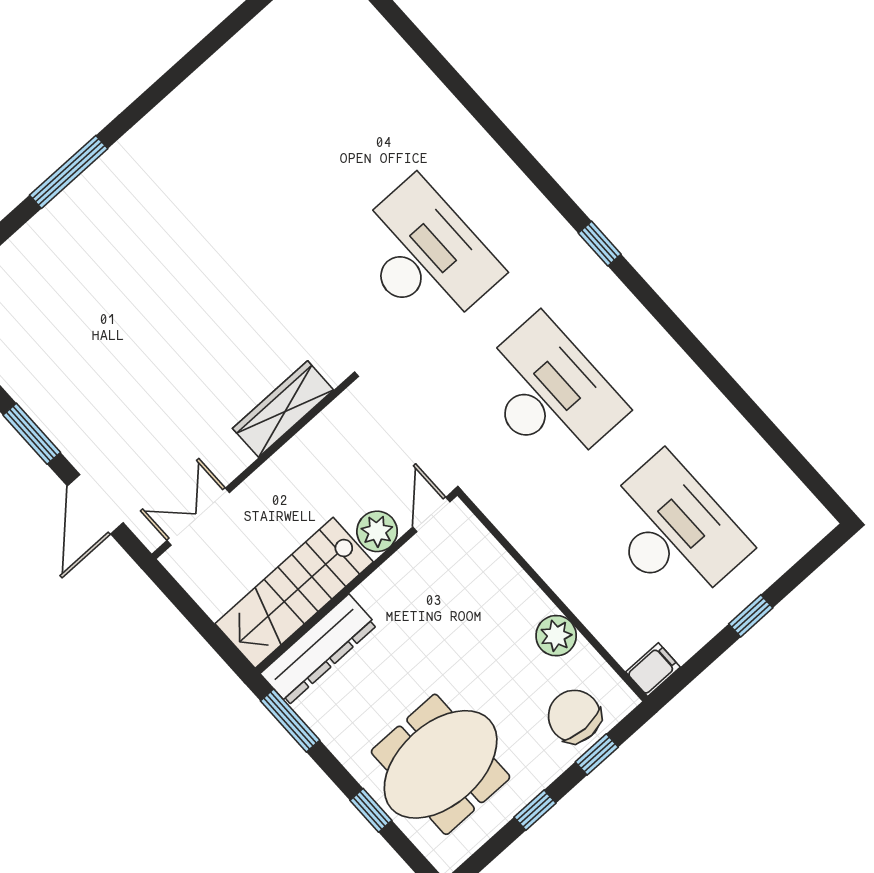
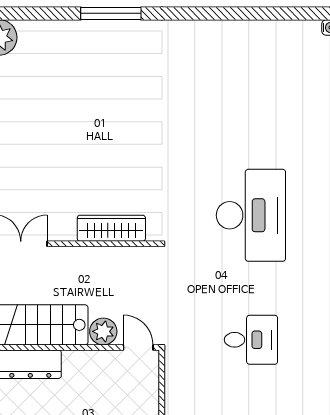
desk: (549, 393) -> (251, 340), width x0.53, depth x0.77
door: (431, 514) -> (138, 347), hinge flipped

